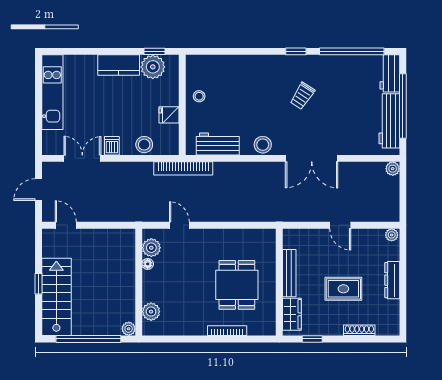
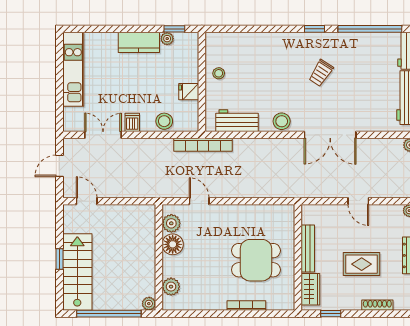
plant: (153, 67) -> (167, 39), width x0.53, depth x0.53
floor lamp: (148, 264) -> (173, 244), width x1.89, depth x1.89
dining table: (237, 285) -> (256, 260), turned 90

